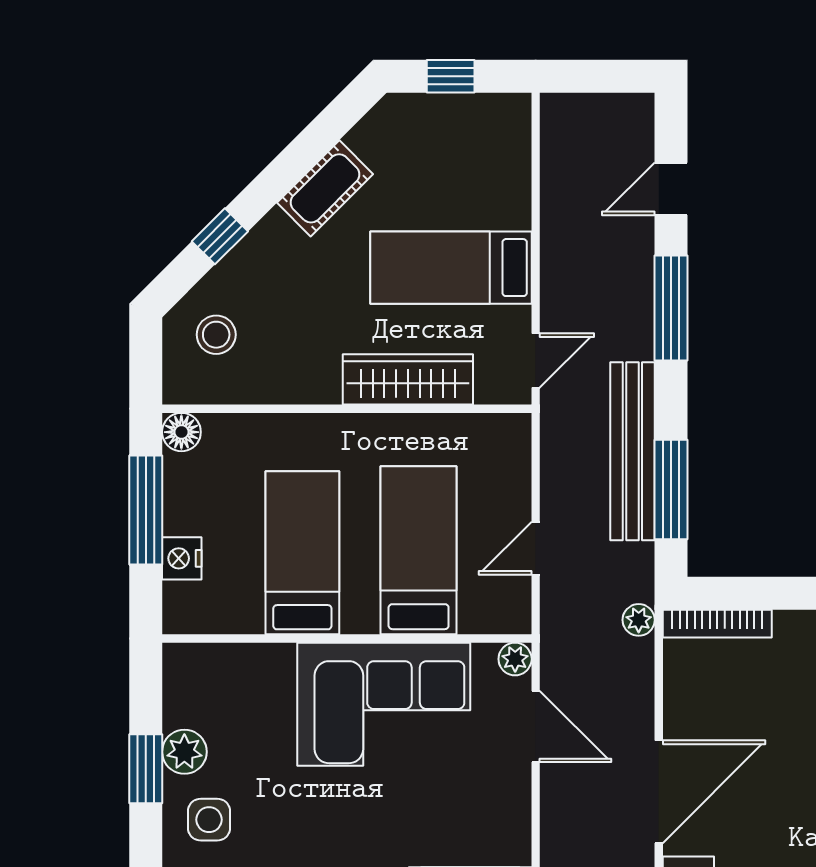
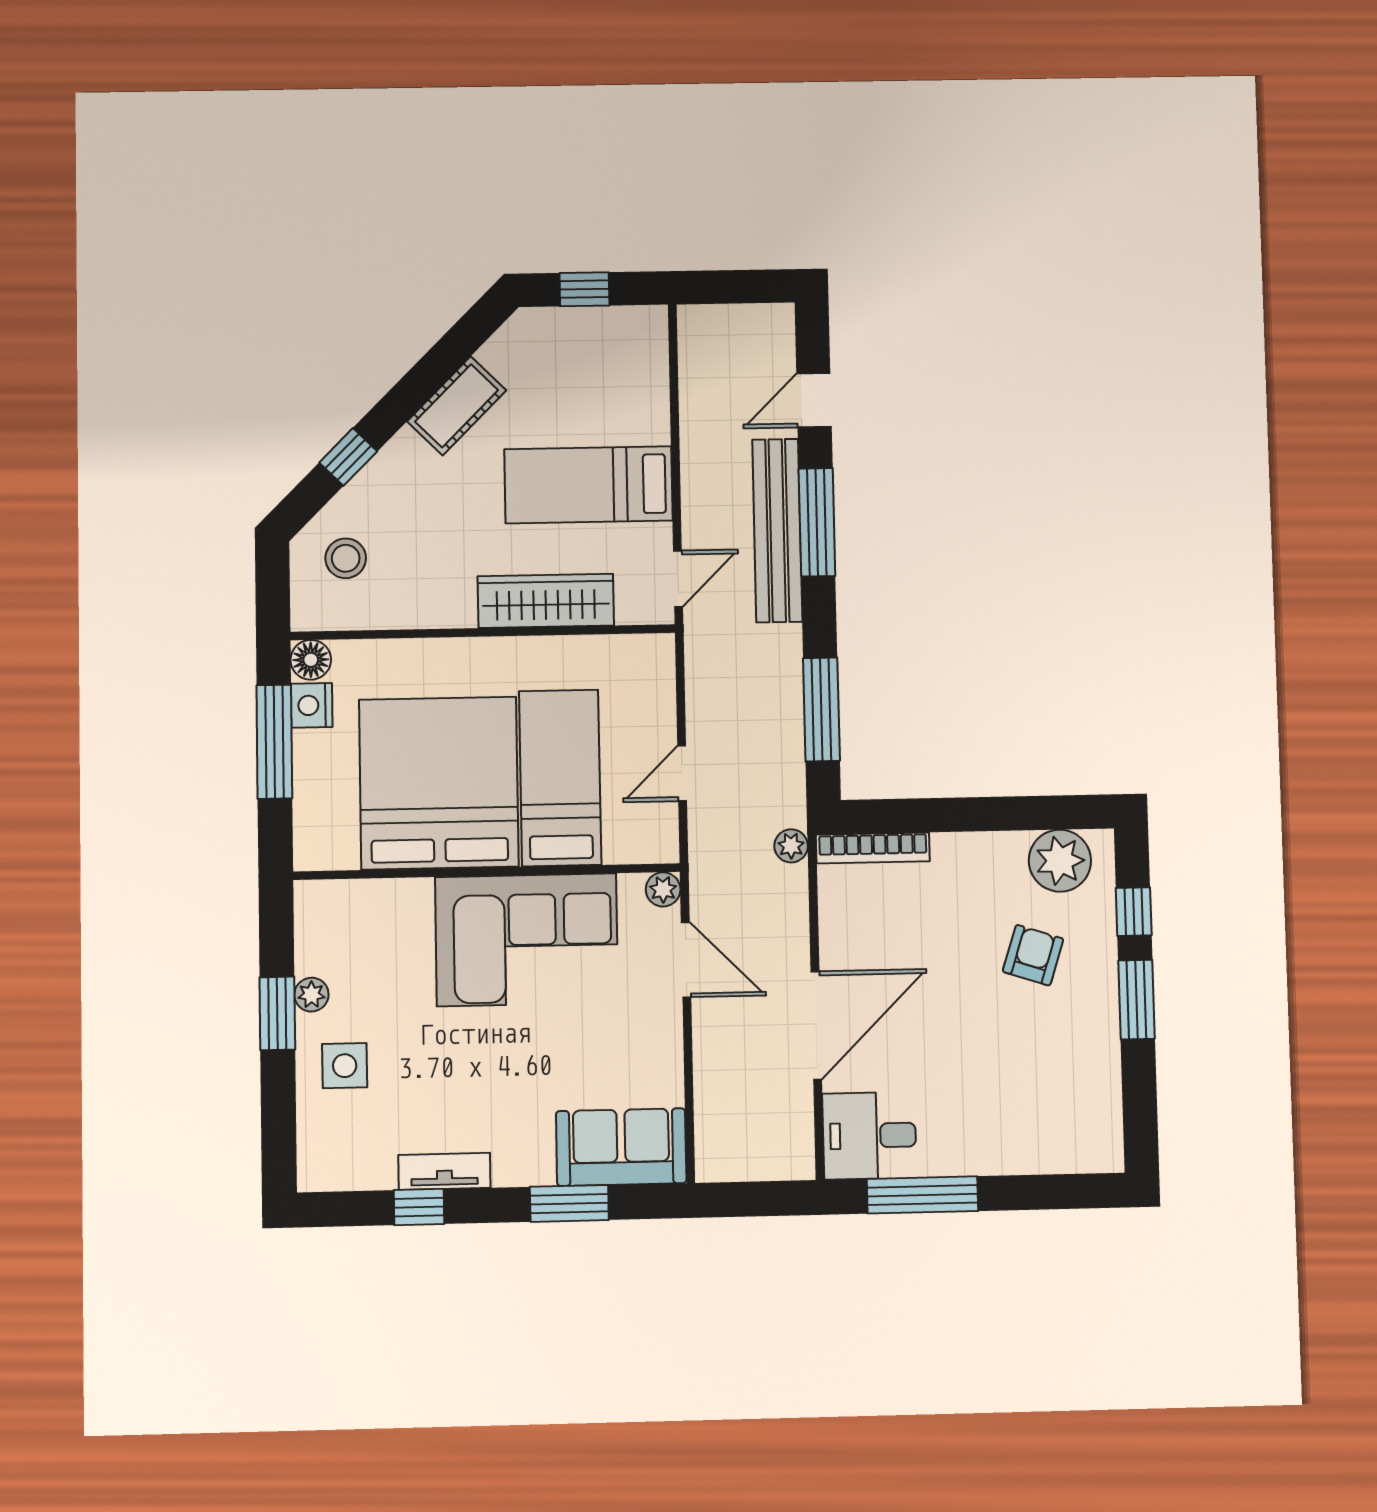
bench: (632, 451) -> (777, 530), moved
bed: (302, 553) -> (439, 783), width x2.04
nightstand: (182, 558) -> (312, 705), moved
plant: (184, 752) -> (311, 995), width x0.73, depth x0.73

